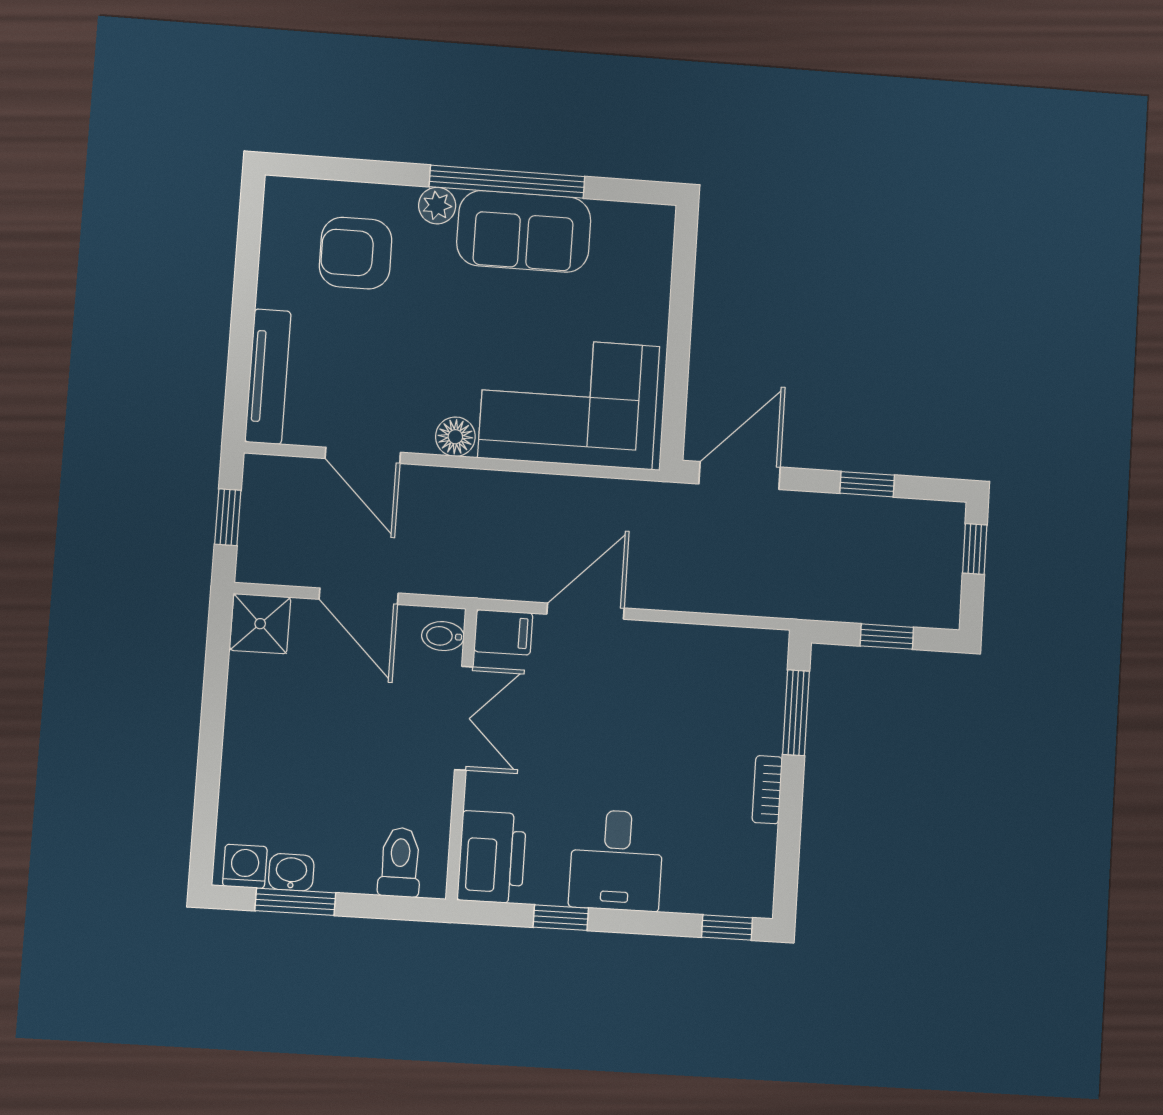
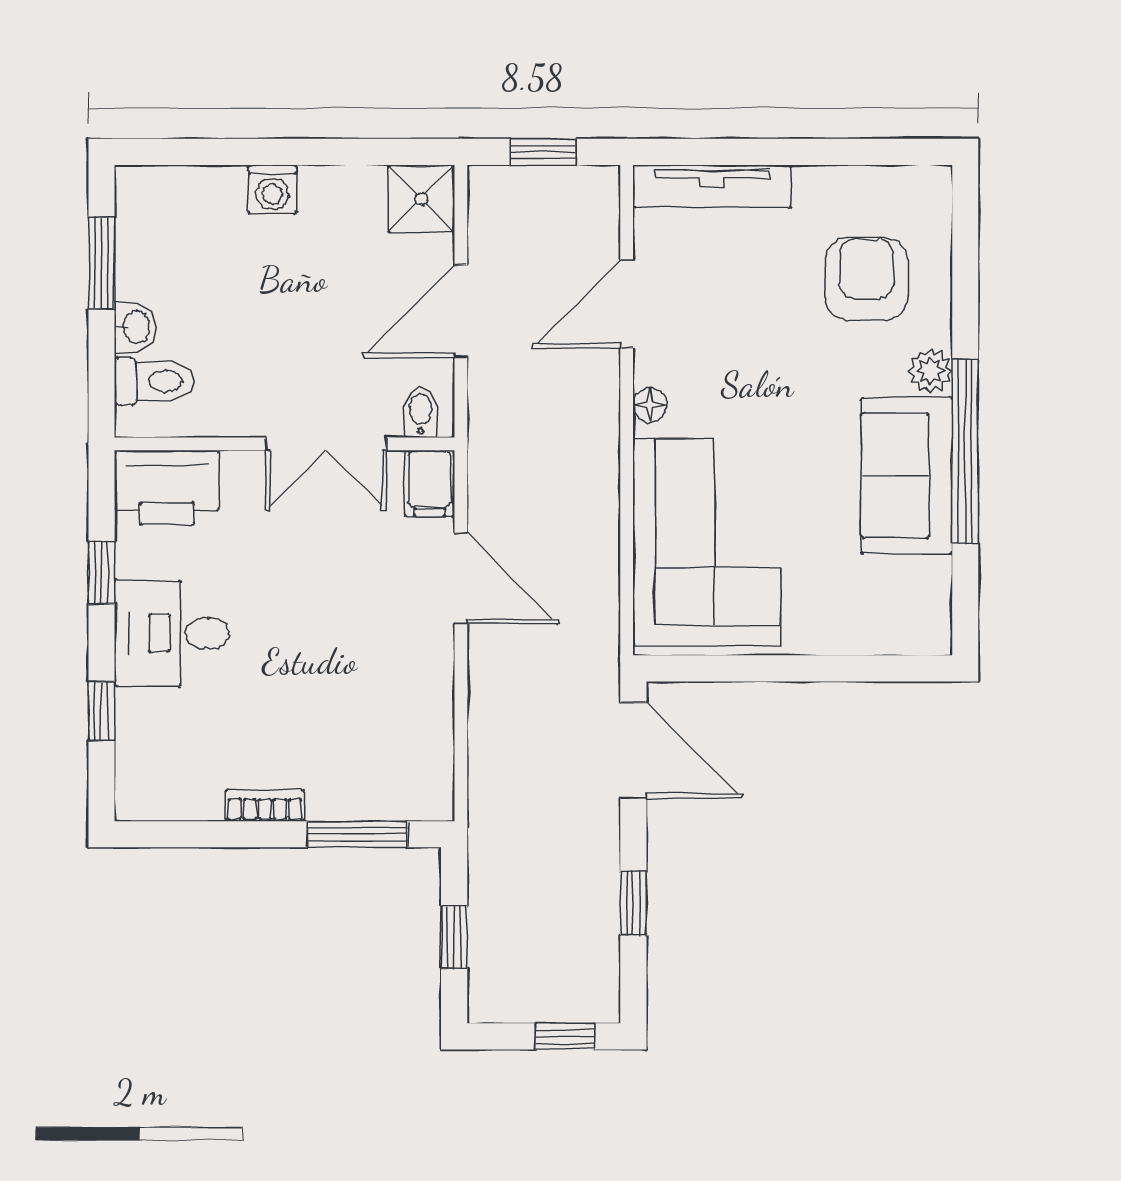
floor lamp: (455, 437) -> (650, 405), width x0.73, depth x0.73
washing machine: (245, 866) -> (272, 189), moved, turned 90
washbasin: (291, 872) -> (135, 327), moved
window: (727, 927) -> (102, 711), moved

